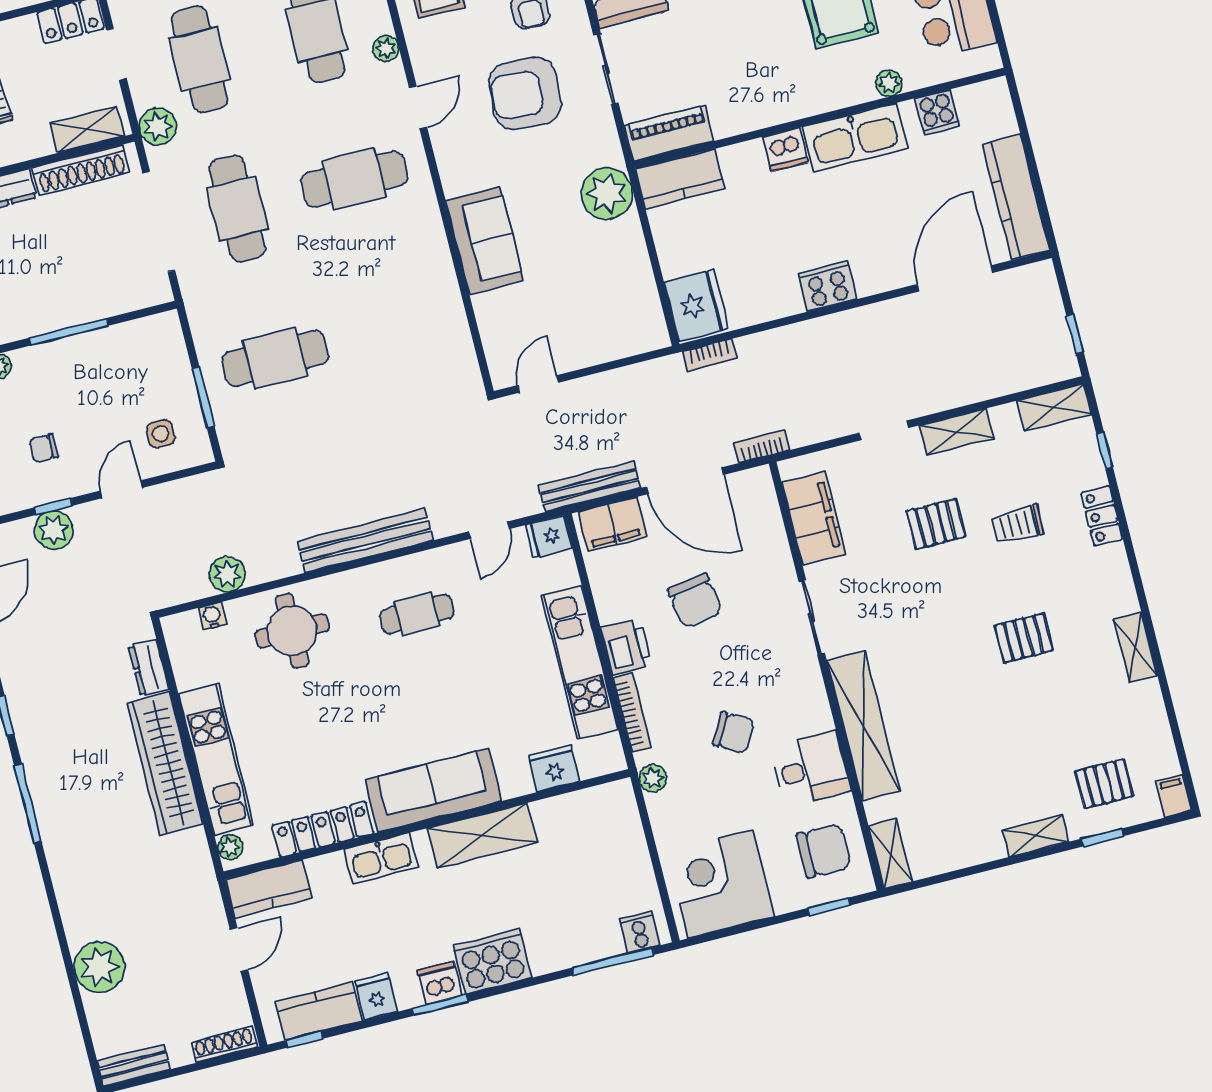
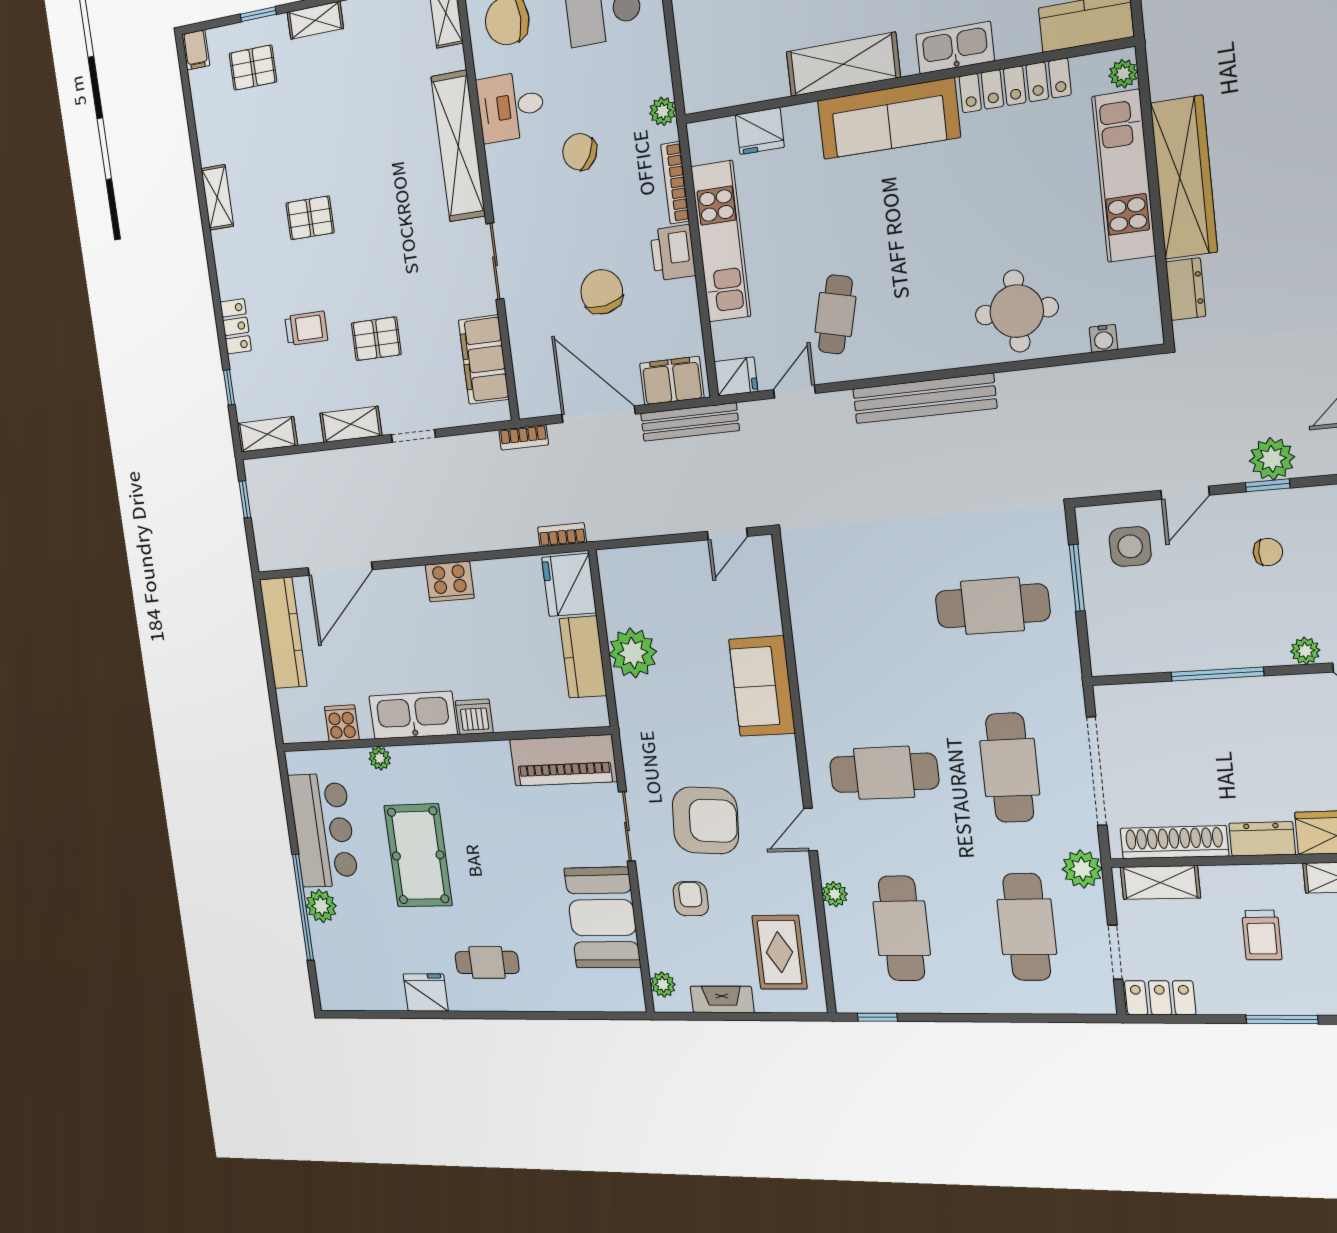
piano: (669, 133) -> (563, 760), width x1.37, depth x1.33
kitchen counter: (680, 179) -> (583, 657), moved, turned -90
plant: (607, 194) -> (633, 653), moved
side table: (161, 434) -> (1130, 546), width x1.37, depth x1.37
plant: (227, 574) -> (1079, 383), removed
cafe table: (417, 614) -> (835, 314), moved, turned -76

